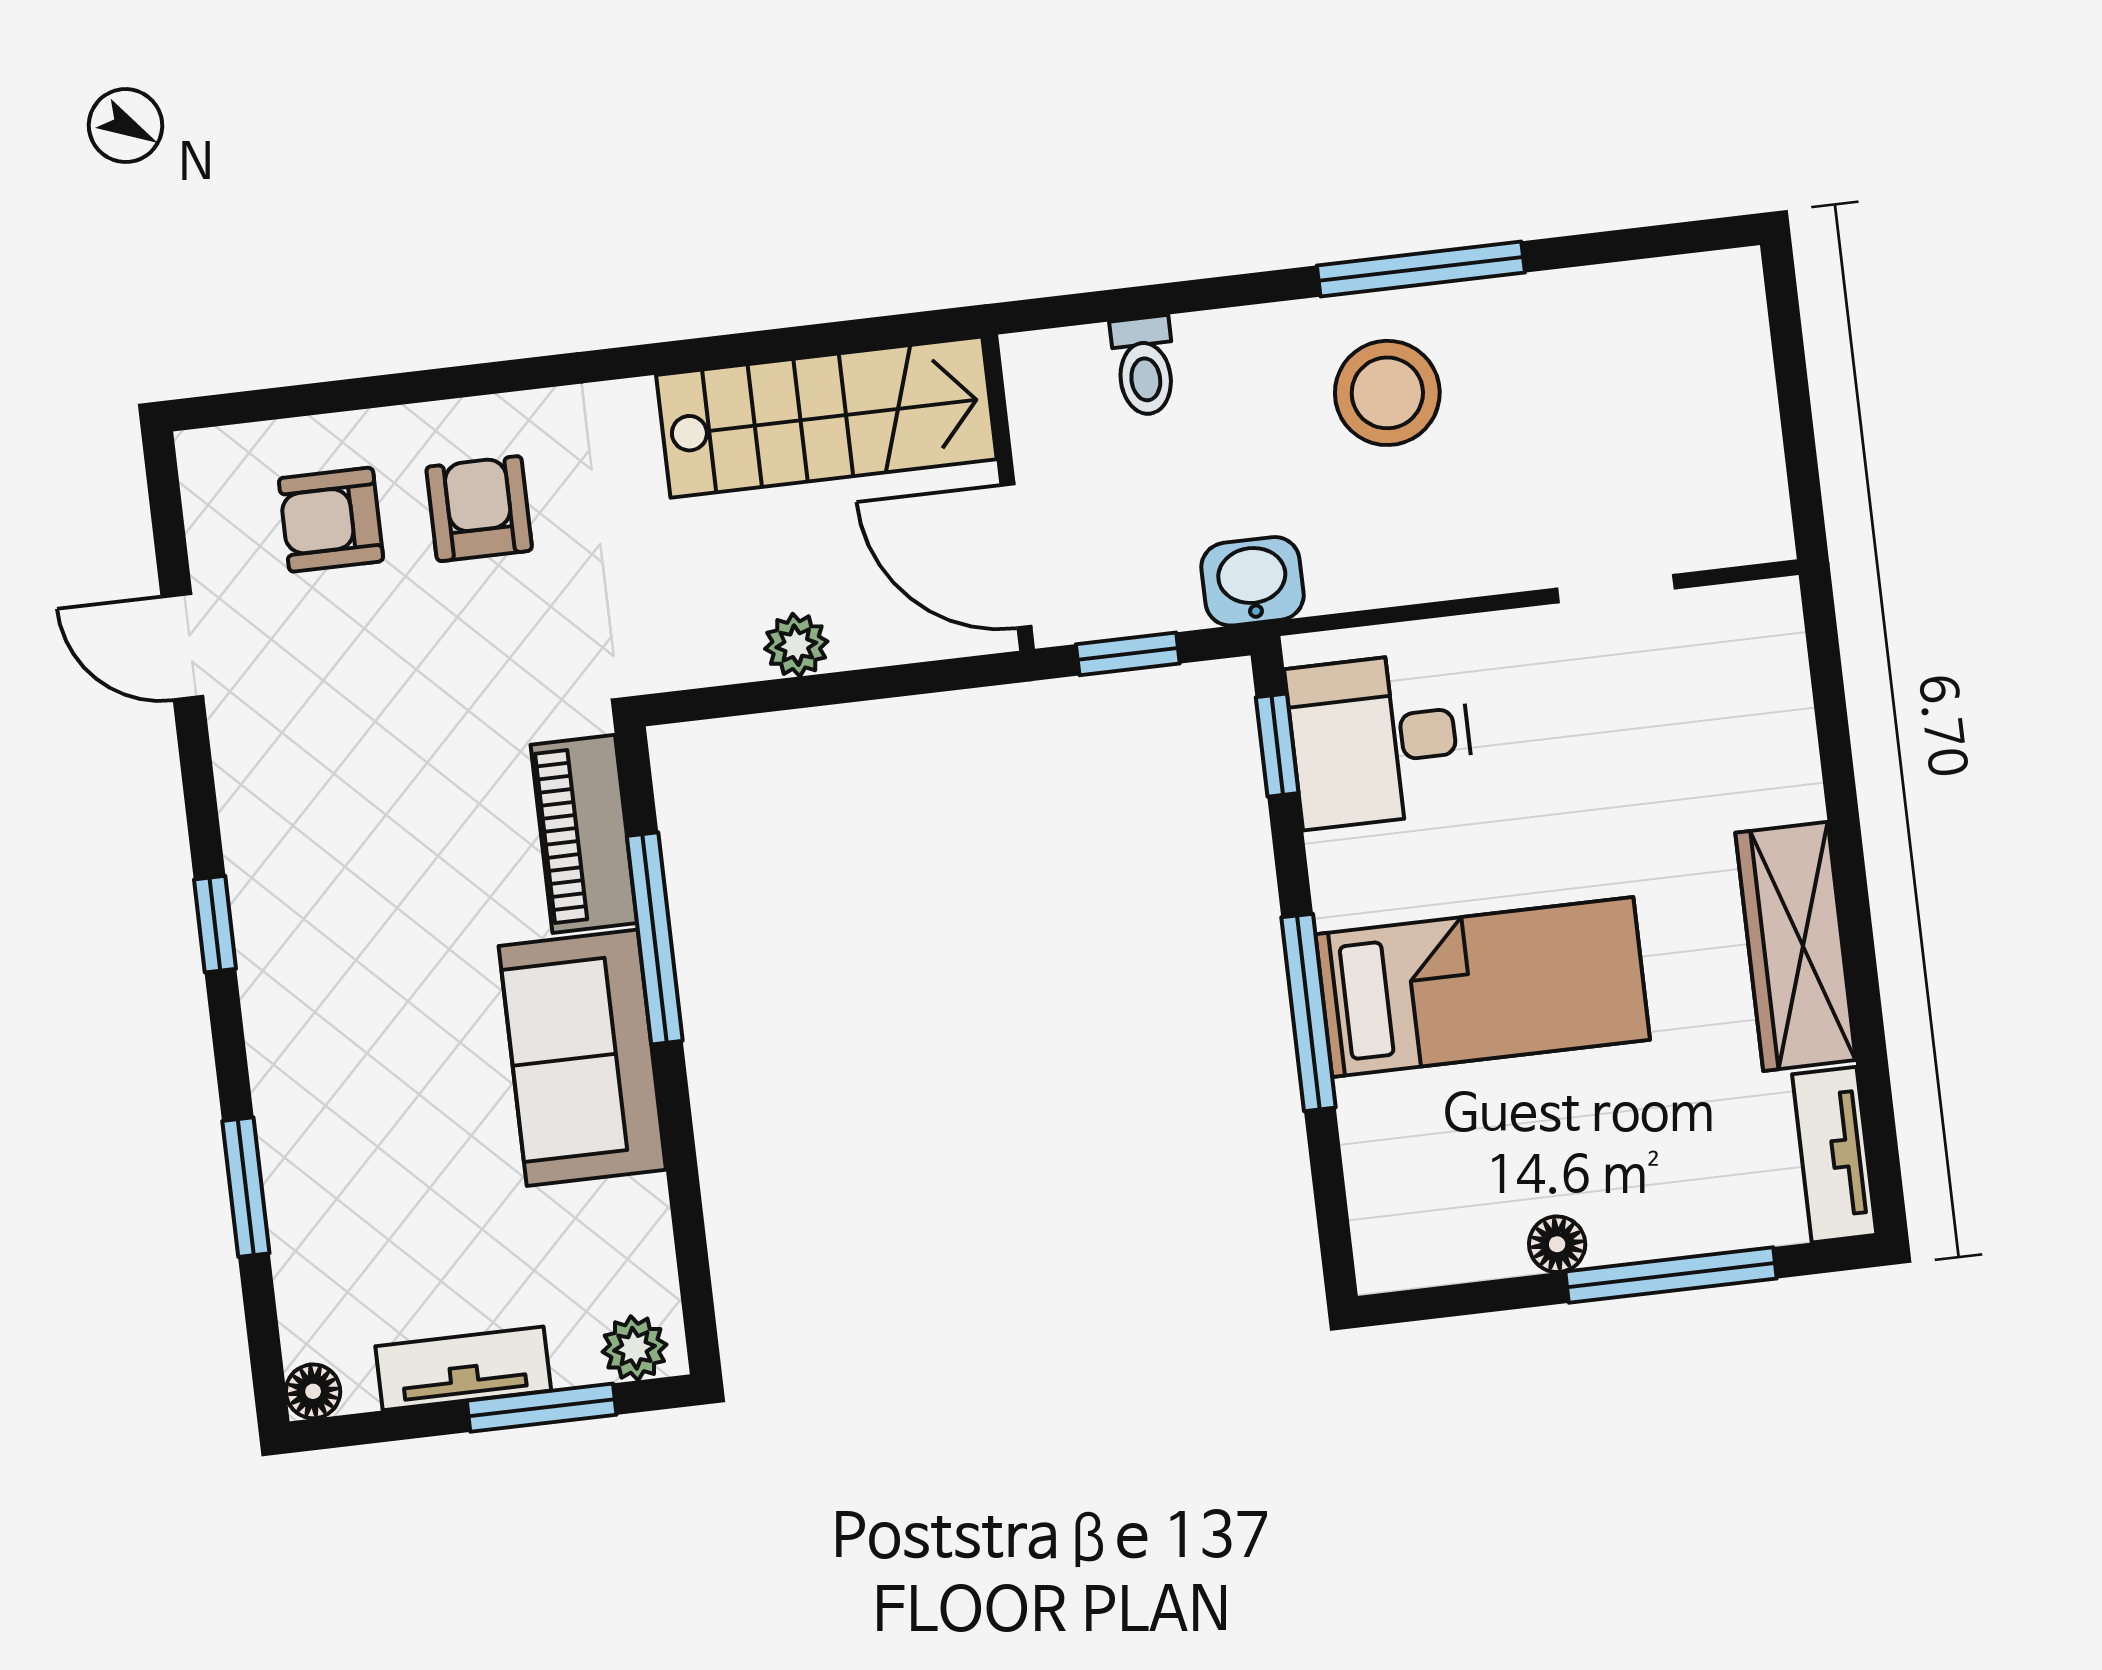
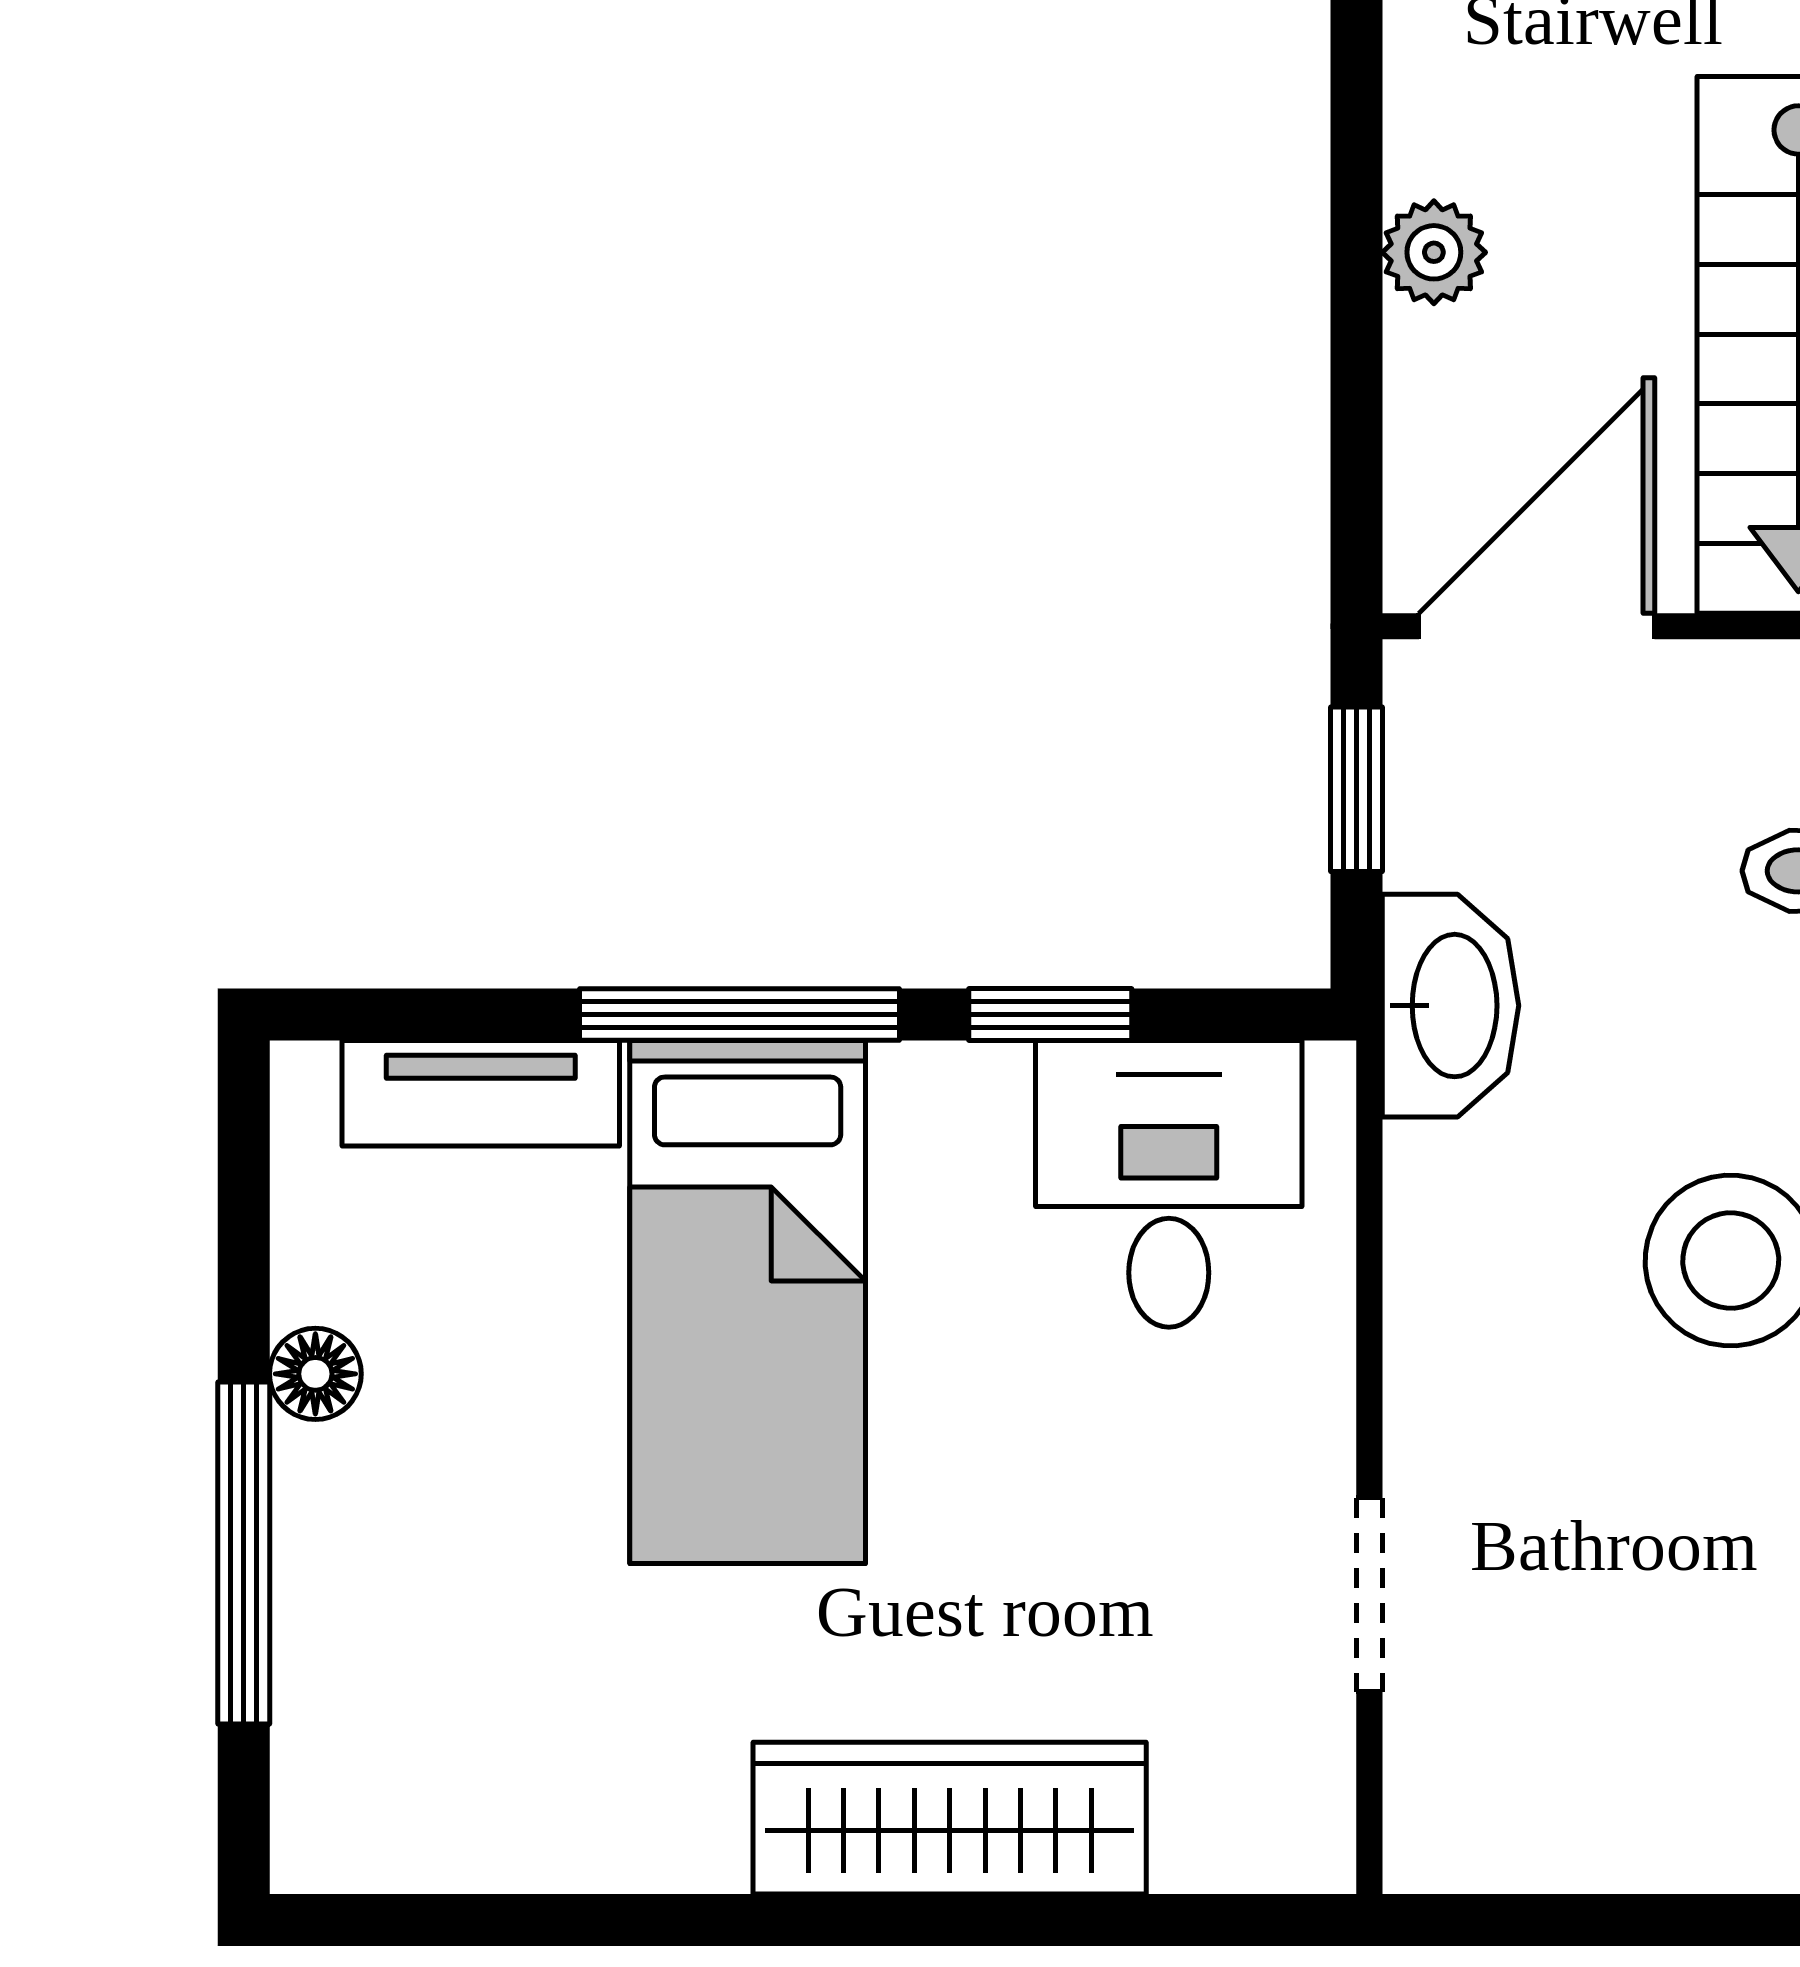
washbasin: (1252, 581) -> (1450, 1006), width x1.38
window: (1277, 745) -> (1050, 1014), moved
wardrobe: (1796, 946) -> (950, 1818), moved
tv unit: (1834, 1155) -> (481, 1093), moved, turned 180

